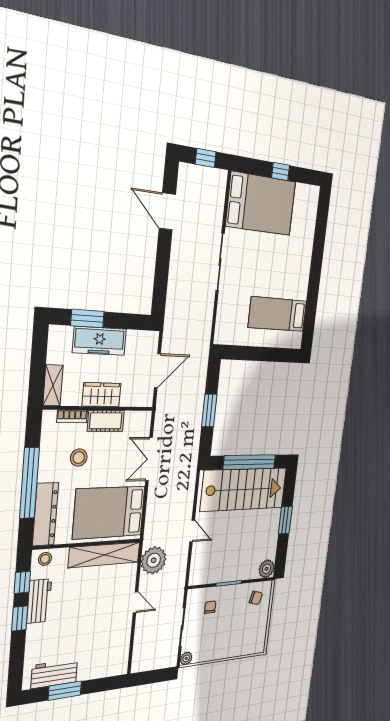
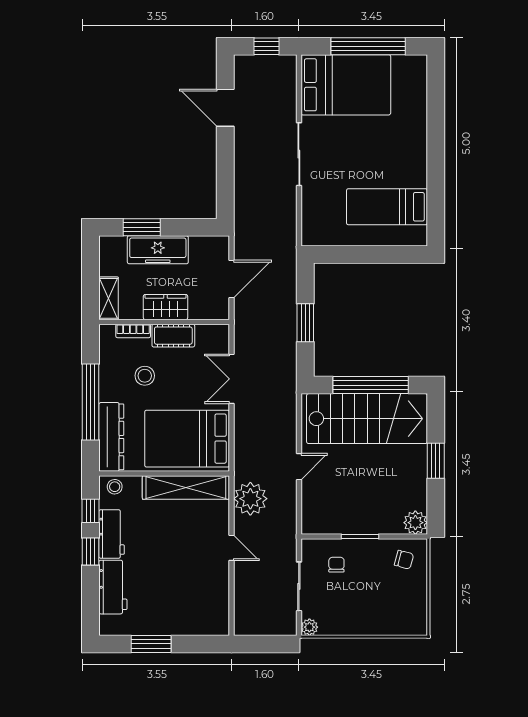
window: (281, 172) -> (368, 46), width x3.17
door: (192, 531) -> (299, 467), hinge flipped
workbench: (54, 674) -> (113, 587), moved, turned 90

